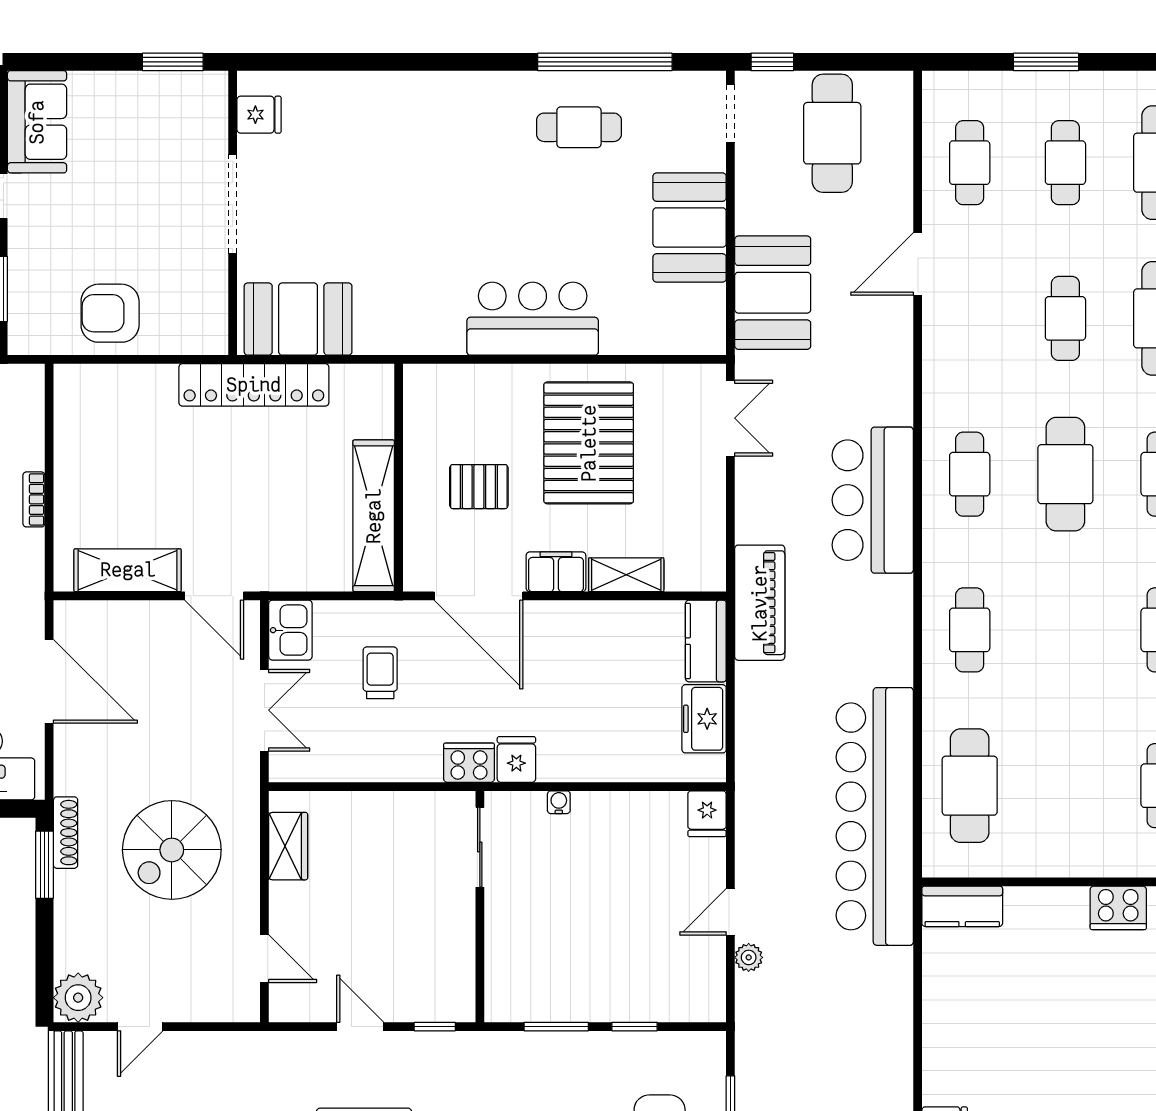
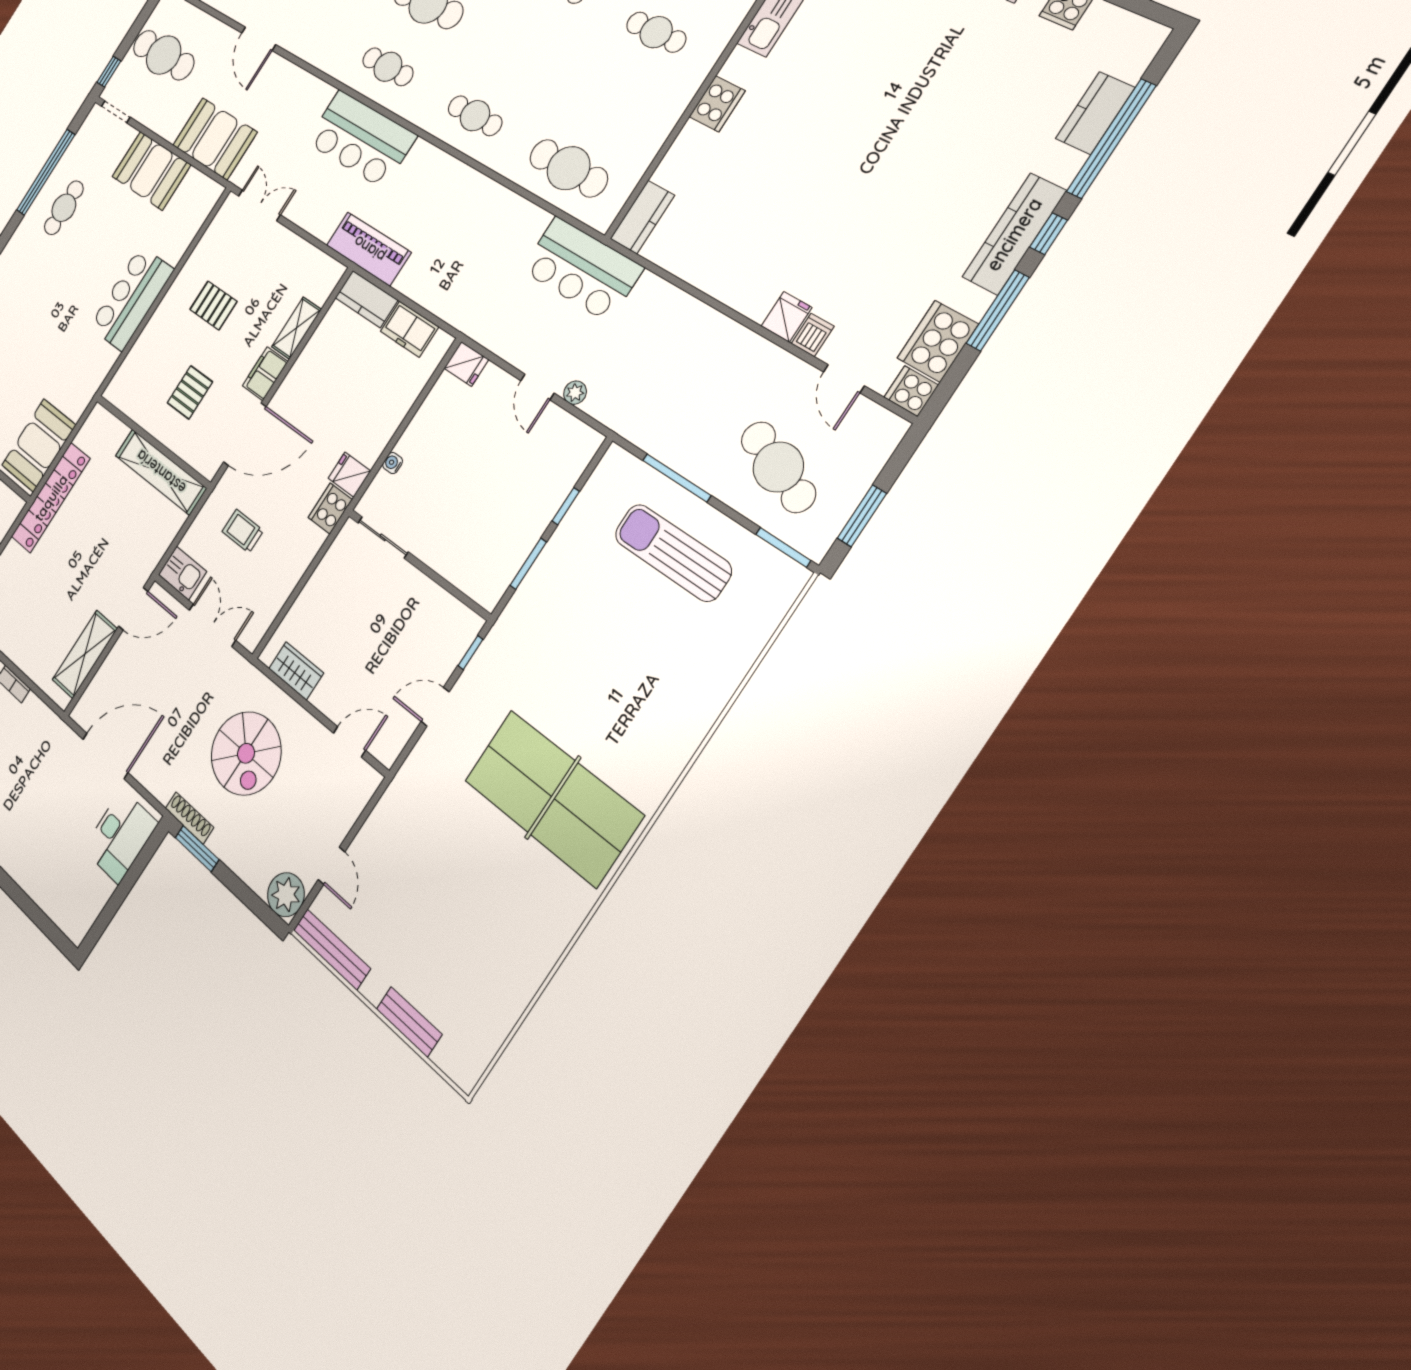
pallet: (589, 443) -> (213, 305), width x0.49, depth x0.50
bar counter: (875, 816) -> (582, 269), width x0.54

